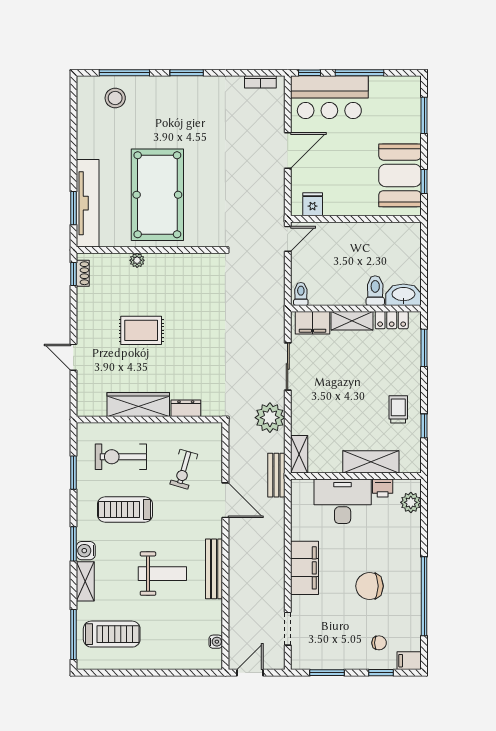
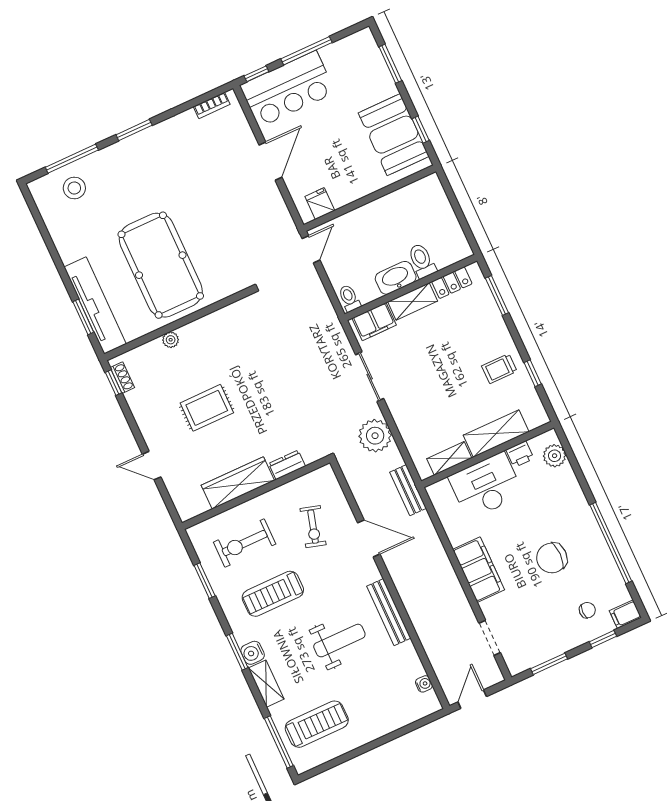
washbasin: (403, 295) -> (396, 278), moved
trolley: (398, 409) -> (499, 369), turned -90
shelving: (299, 454) -> (449, 458), moved, turned 90

